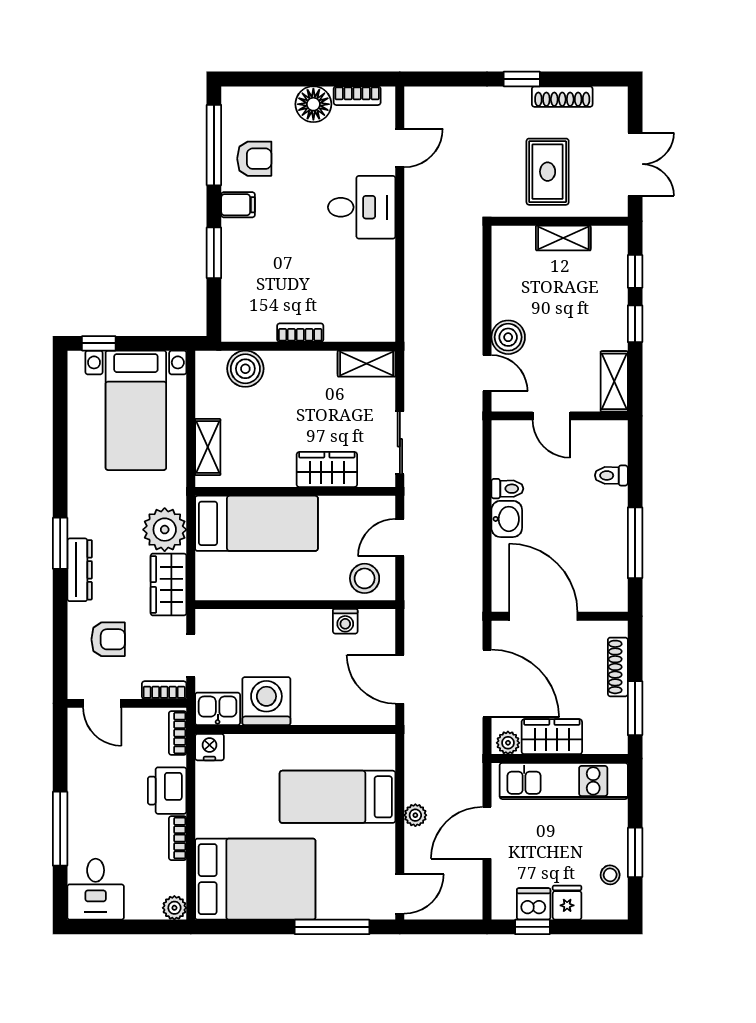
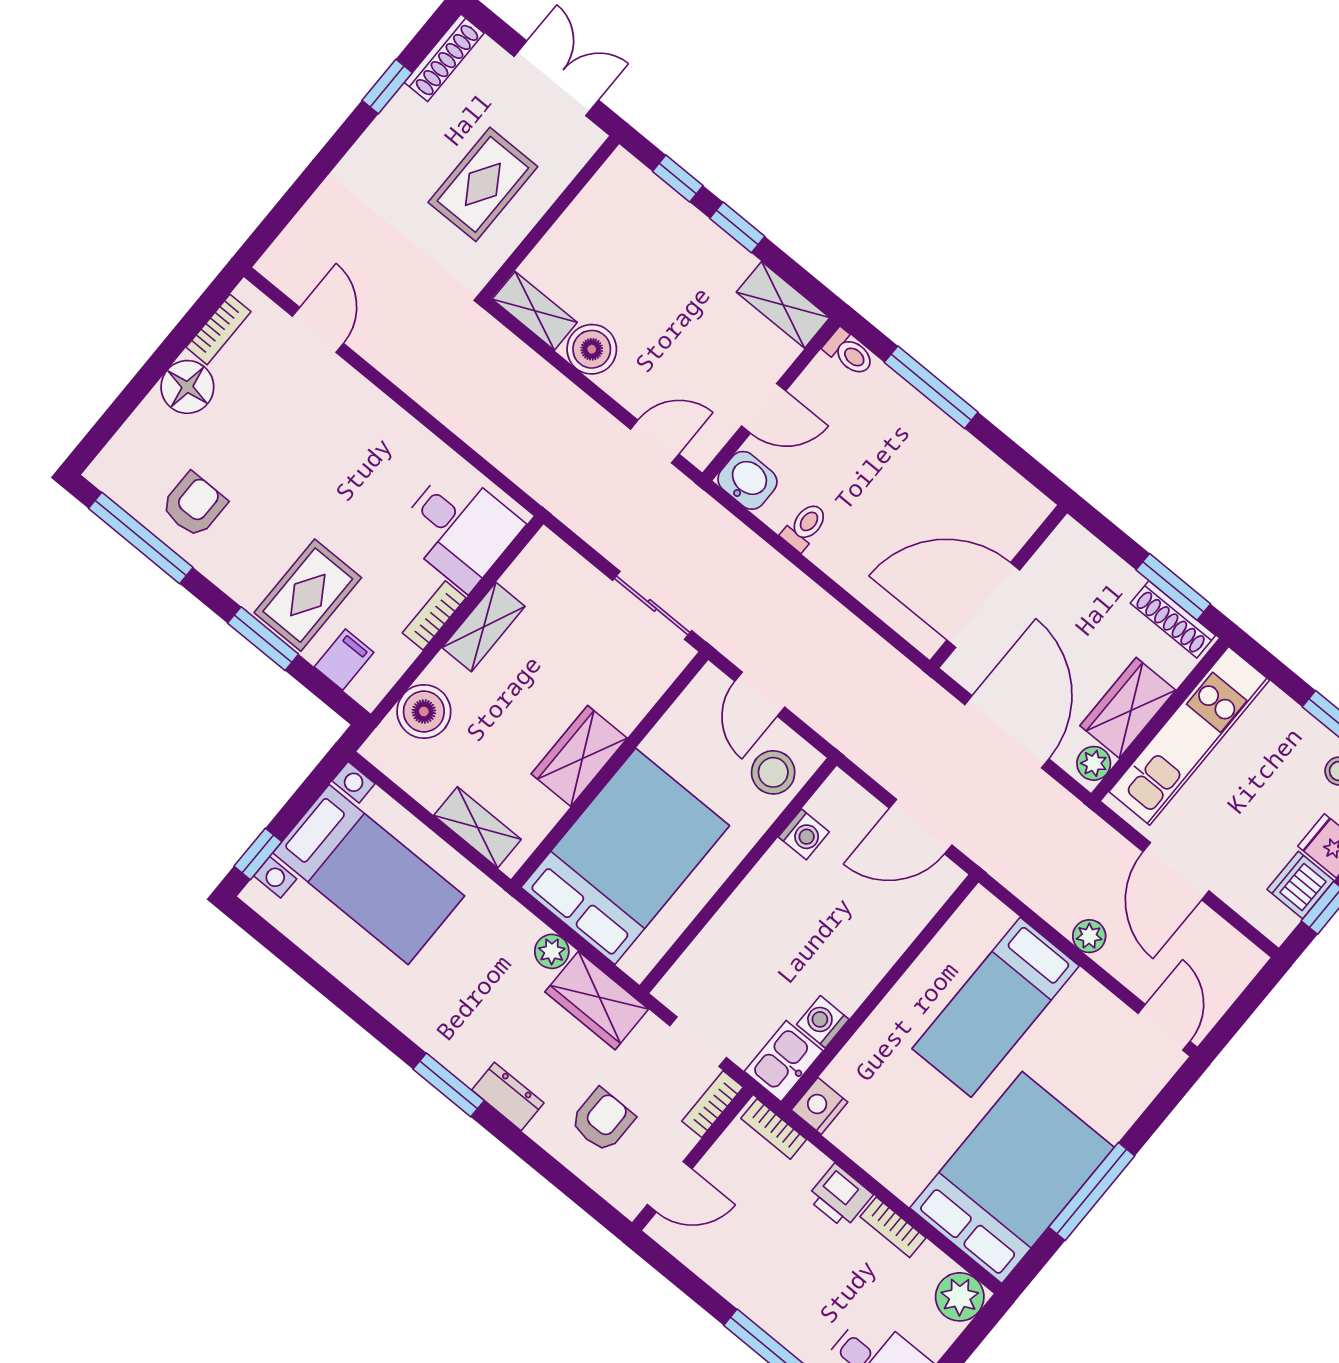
window: (522, 79) -> (387, 87), moved
shoe rack: (562, 97) -> (444, 58), moved
rug: (548, 172) -> (483, 184), turned 90
filing cabinet: (238, 205) -> (344, 660), moved
desk: (362, 207) -> (459, 528), moved, turned 90
shelving: (563, 238) -> (535, 311), moved, turned 90
rug: (256, 257) -> (308, 595), added
boiler: (508, 337) -> (592, 349), moved
shelving: (367, 364) -> (484, 627), moved
wardrobe: (327, 469) -> (579, 756), moved
toilet: (611, 475) -> (849, 353), moved, turned -90
washbasin: (507, 519) -> (747, 480), moved
bed: (256, 523) -> (625, 856), width x1.50
plant: (165, 530) -> (552, 951), width x0.53, depth x0.53
window: (635, 543) -> (931, 387), moved
dresser: (80, 570) -> (508, 1096), width x0.70
shoe rack: (618, 667) -> (1173, 619), moved
door: (487, 683) -> (1007, 732), hinge flipped
washing machine: (266, 701) -> (823, 1022), width x0.53, depth x0.53
printer: (167, 791) -> (840, 1196), width x0.73, depth x0.81
plant: (174, 908) -> (960, 1297), width x1.38, depth x1.38
window: (332, 927) -> (1092, 1191), moved

